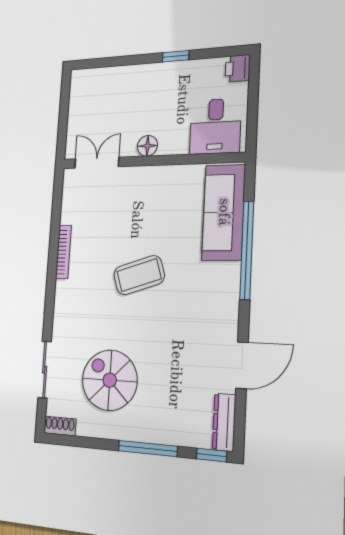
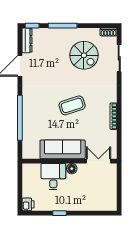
desk: (215, 126) -> (53, 177), moved
double door: (97, 163) -> (98, 161), swing flipped
sofa: (224, 212) -> (63, 149), moved, turned -90

